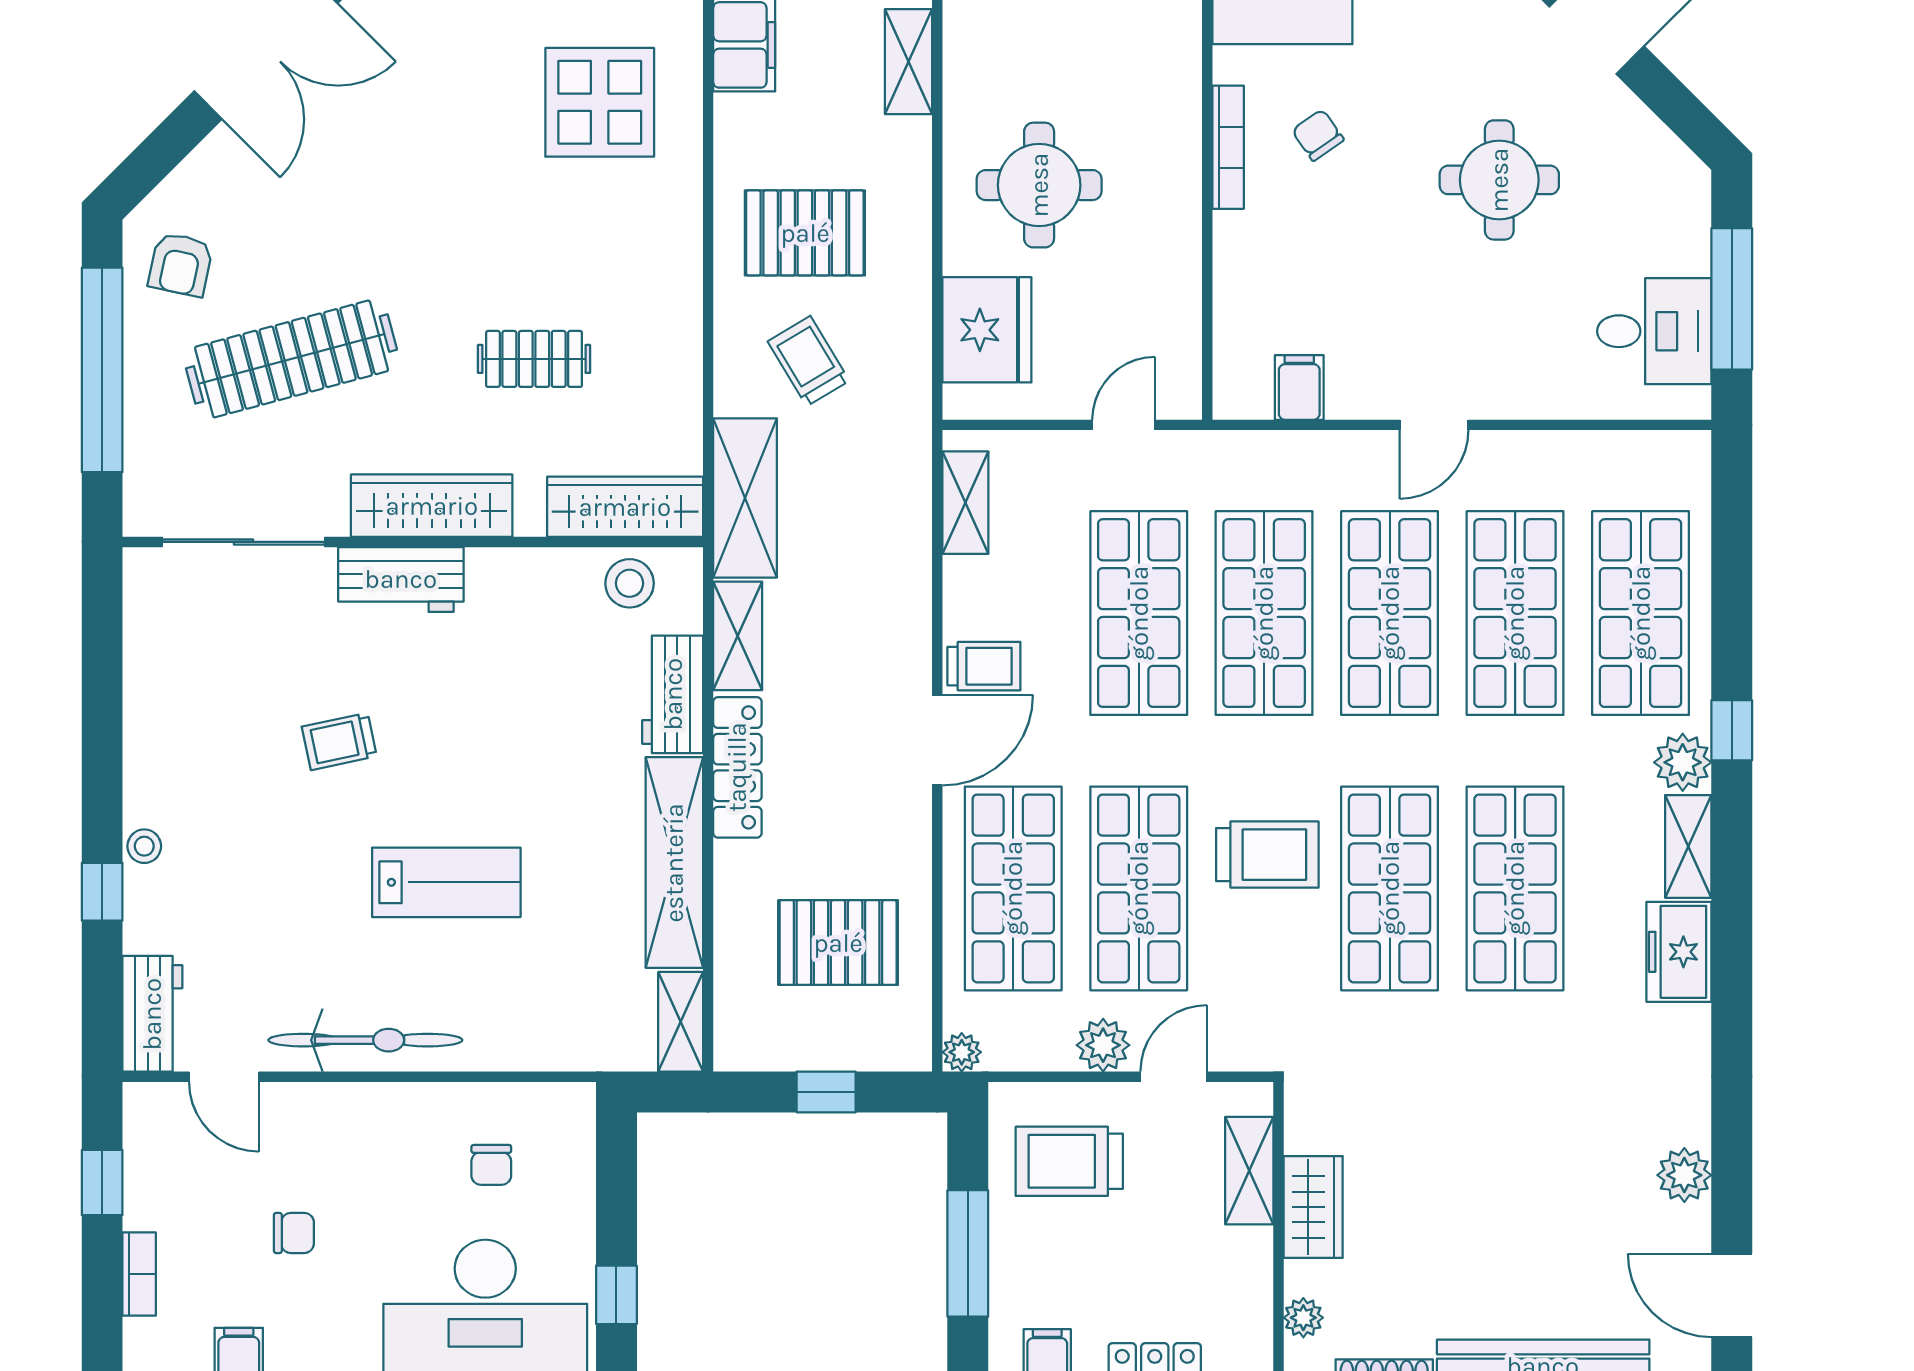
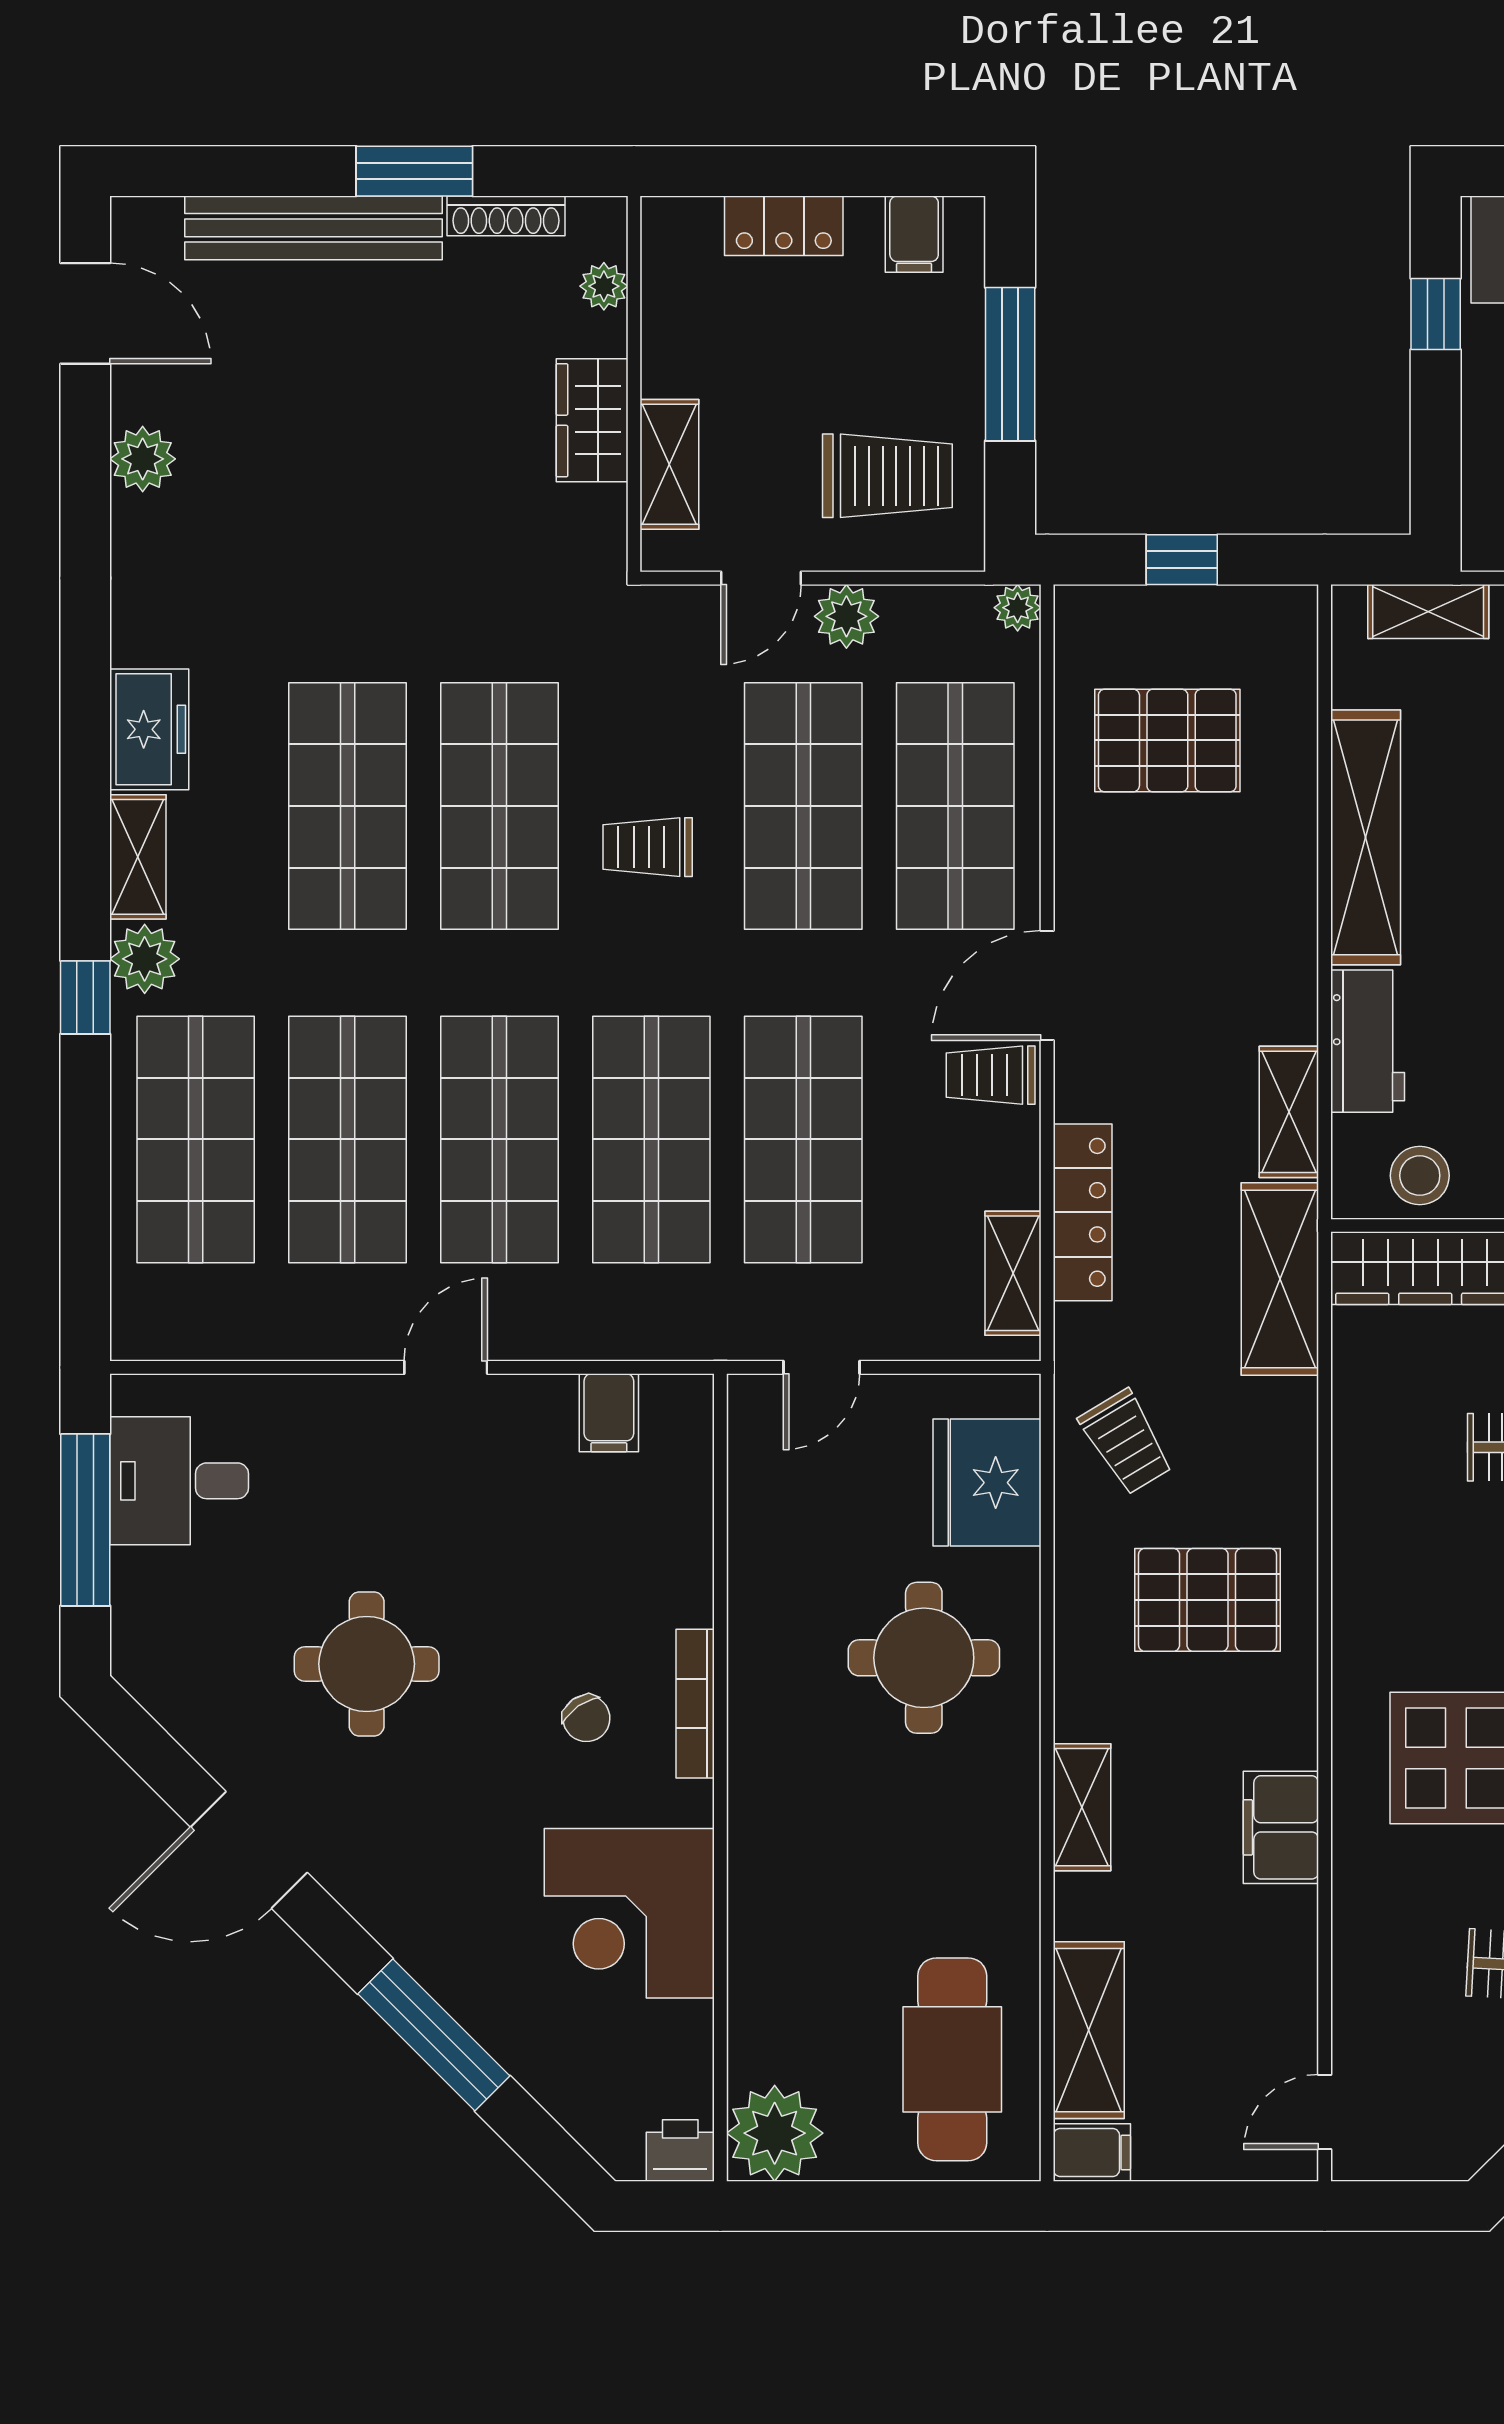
trolley: (808, 361) -> (1126, 1442), moved
locker: (737, 767) -> (1083, 1212), moved, turned 180
trolley: (1267, 855) -> (648, 847), width x0.73, depth x0.72
shelving: (681, 1022) -> (1428, 611), moved, turned 90

